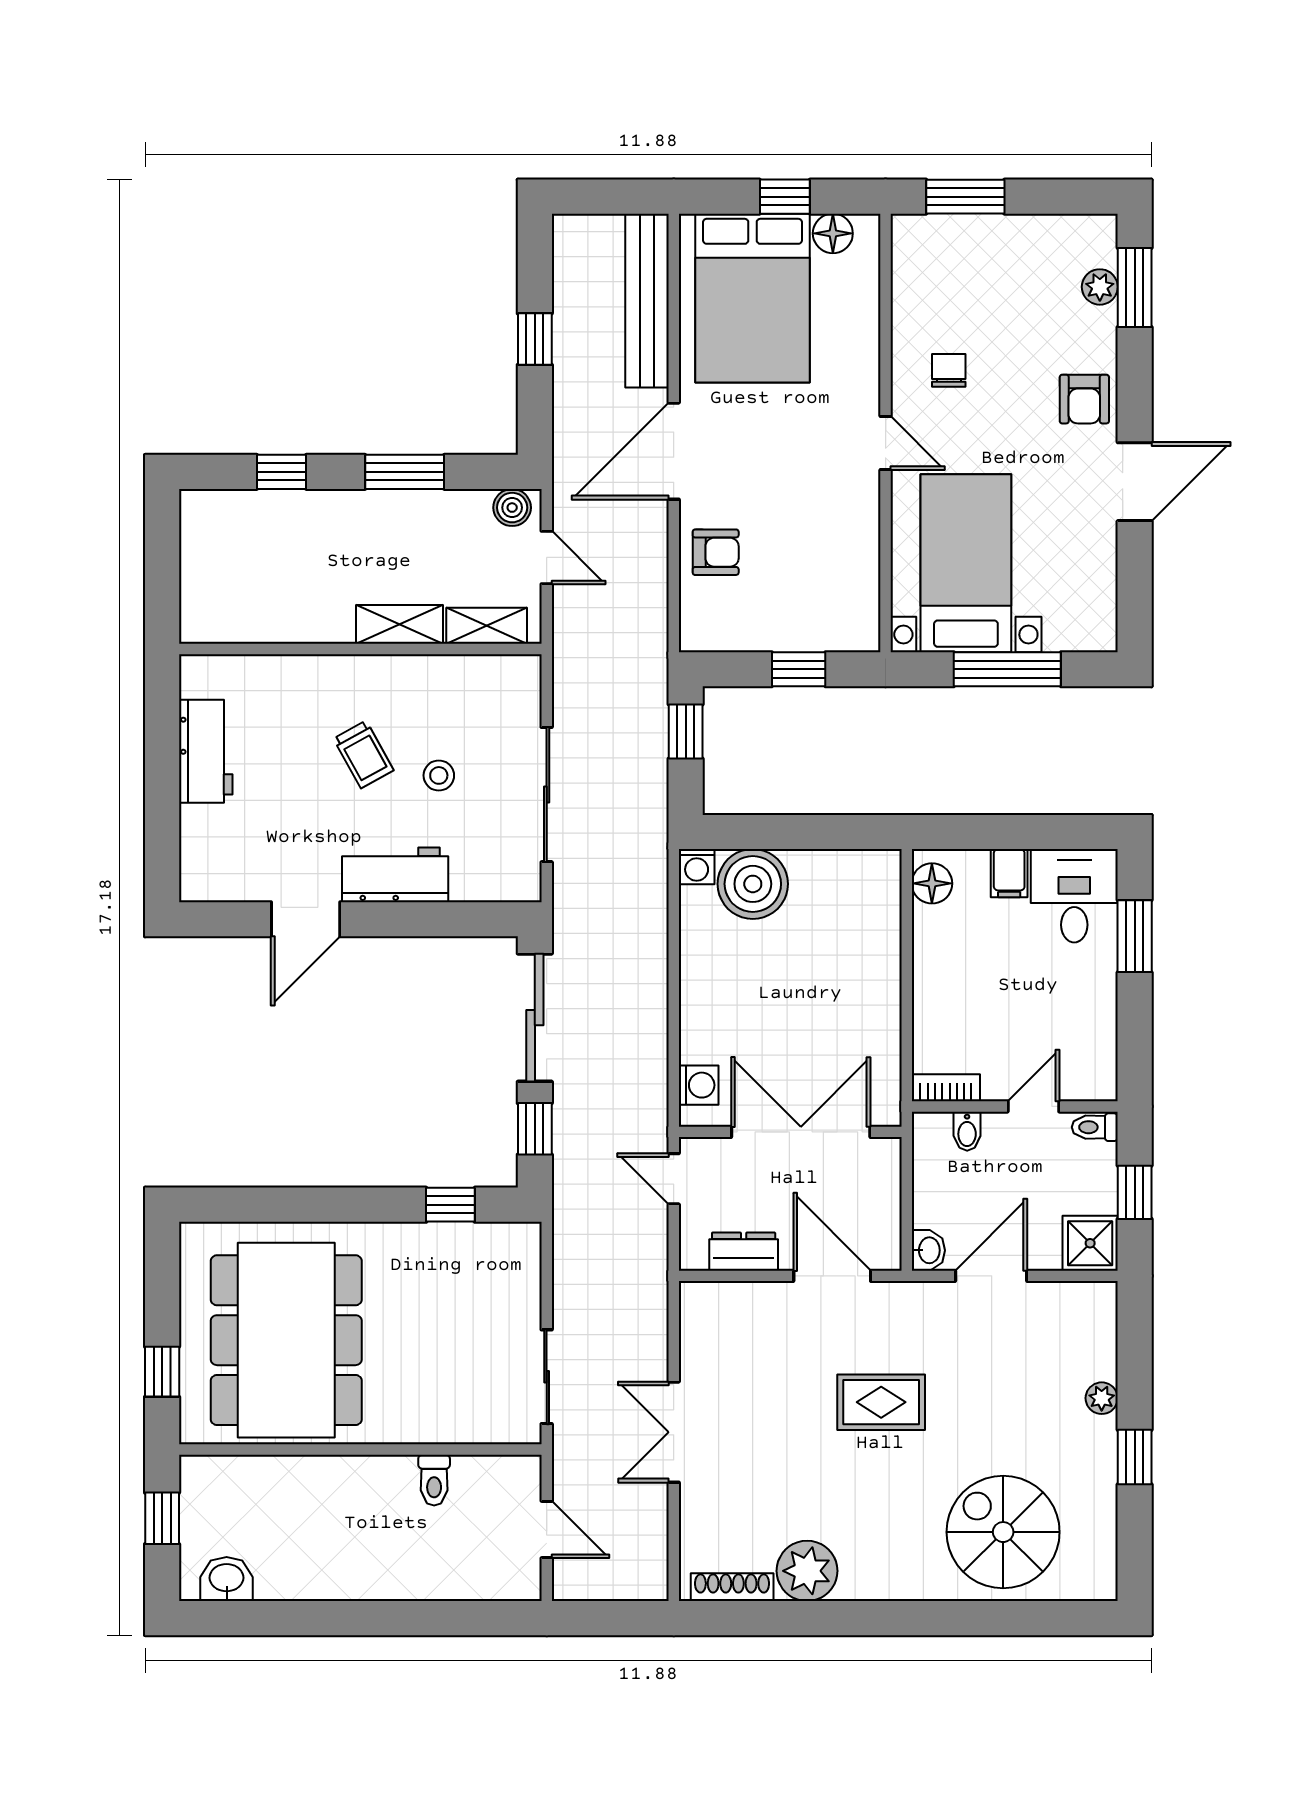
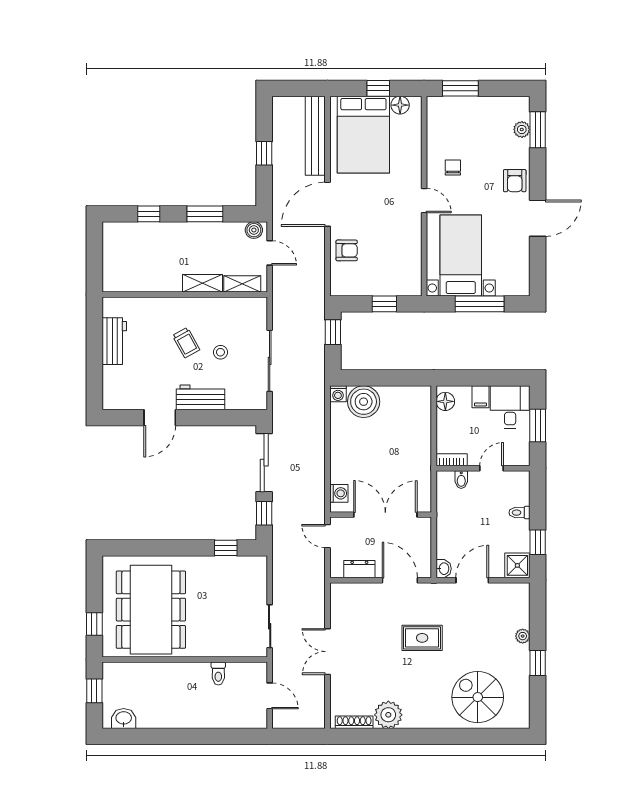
bookcase: (946, 1088) -> (452, 460), moved
wall: (1015, 1106) -> (483, 468), moved
door: (1033, 1106) -> (492, 468), moved
bidet: (967, 1131) -> (461, 480), moved

